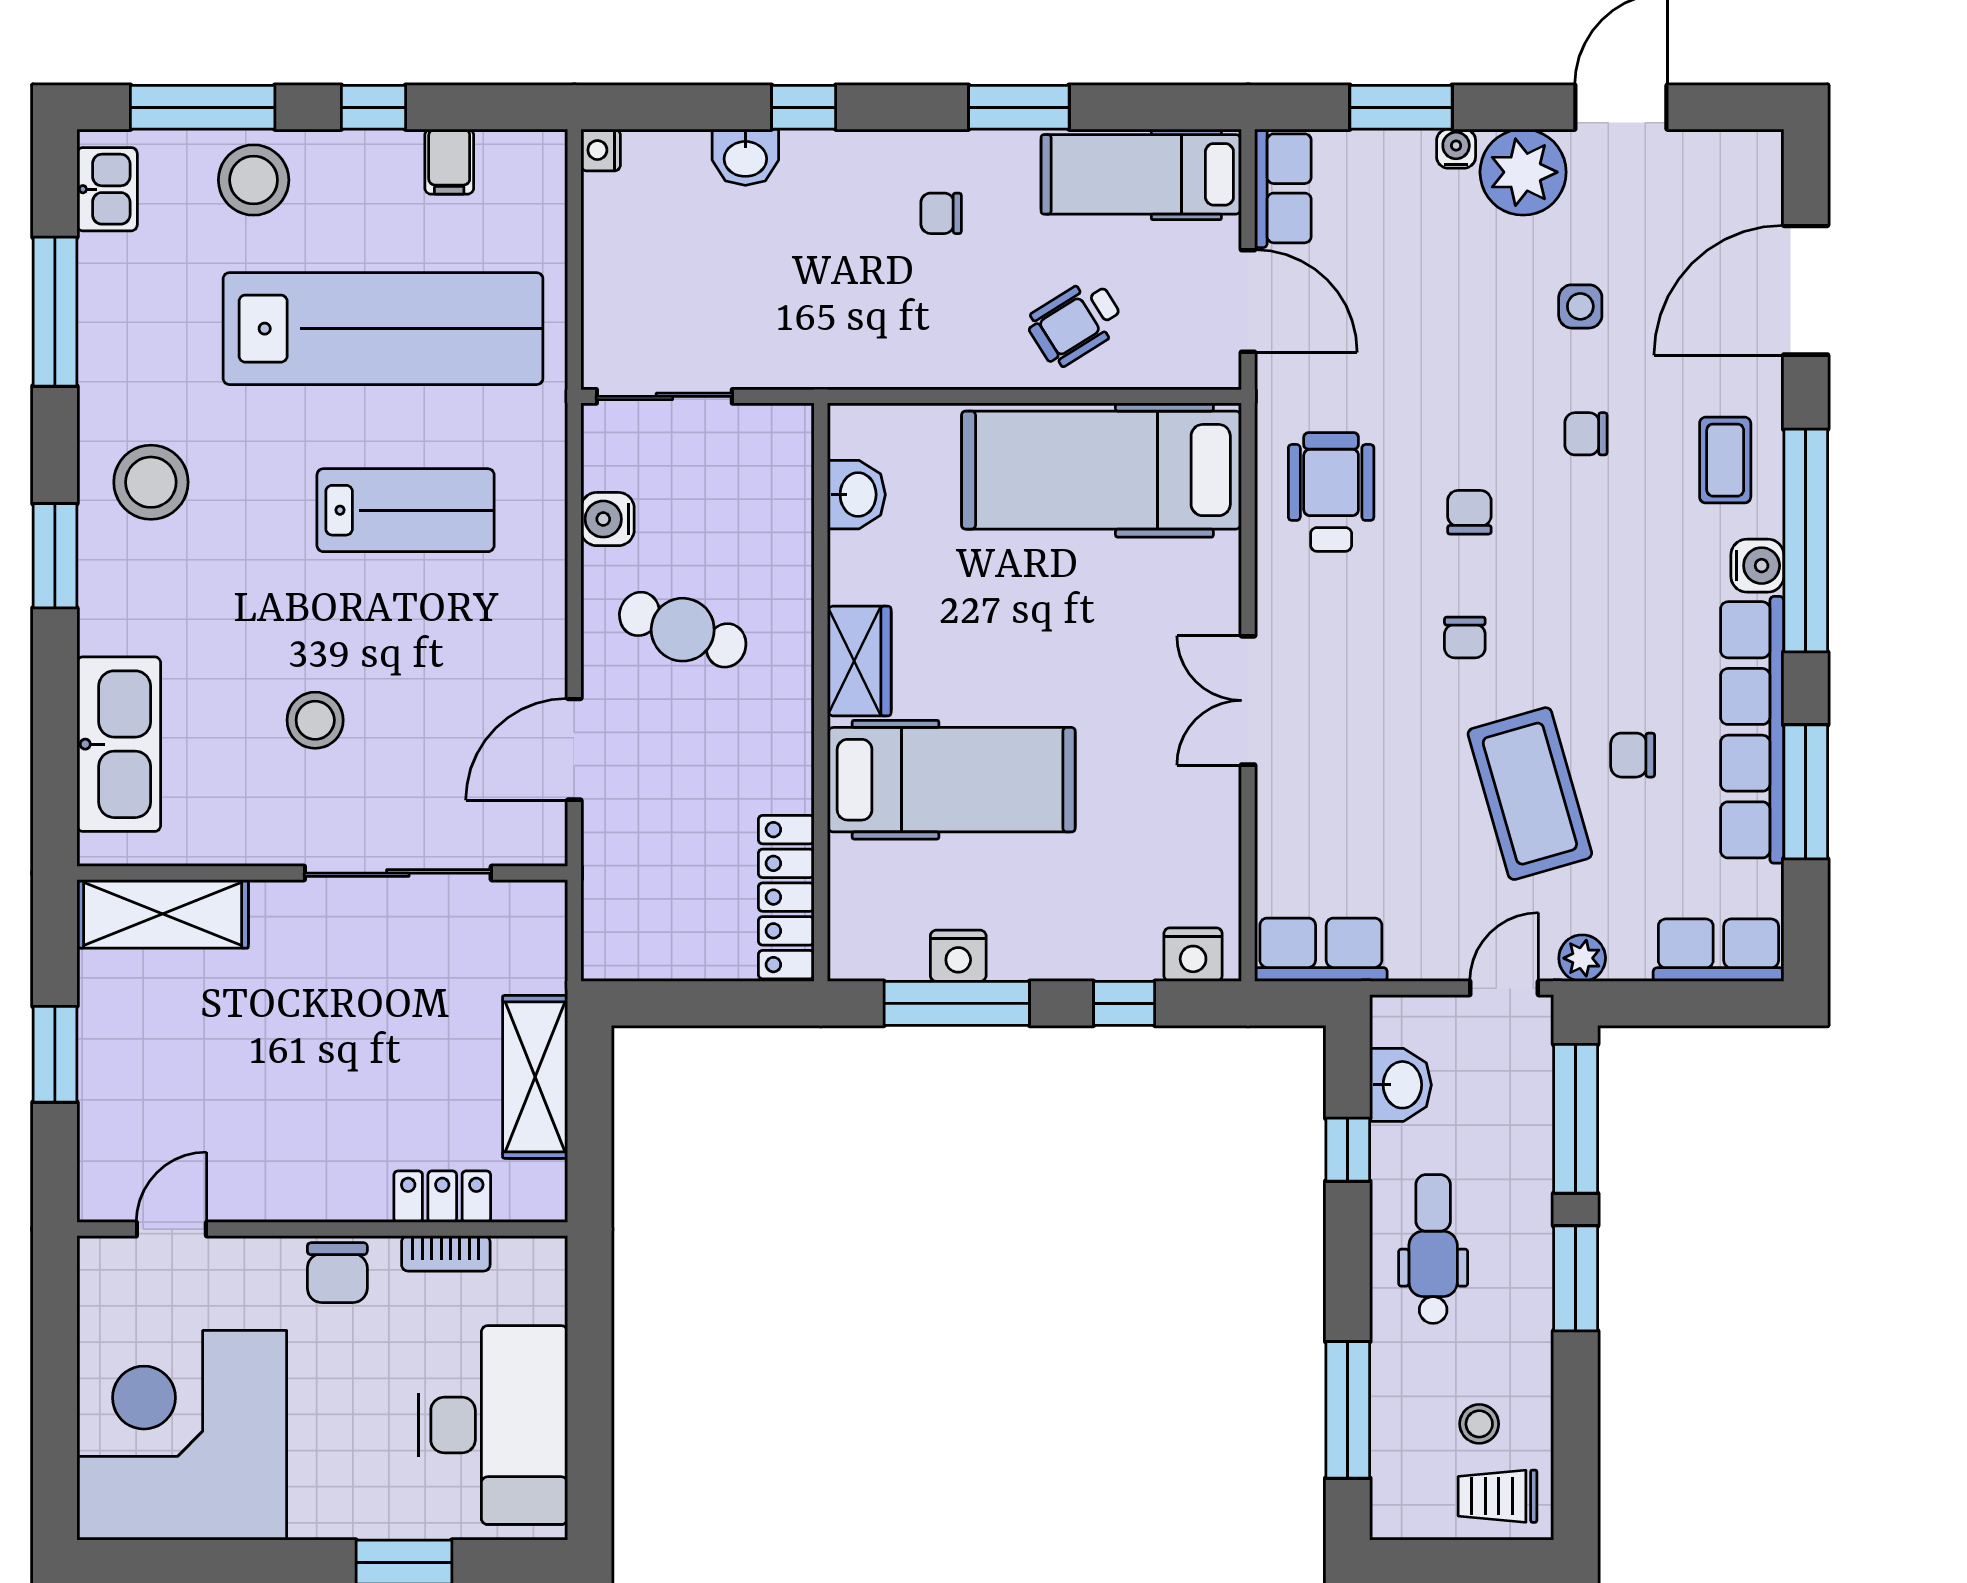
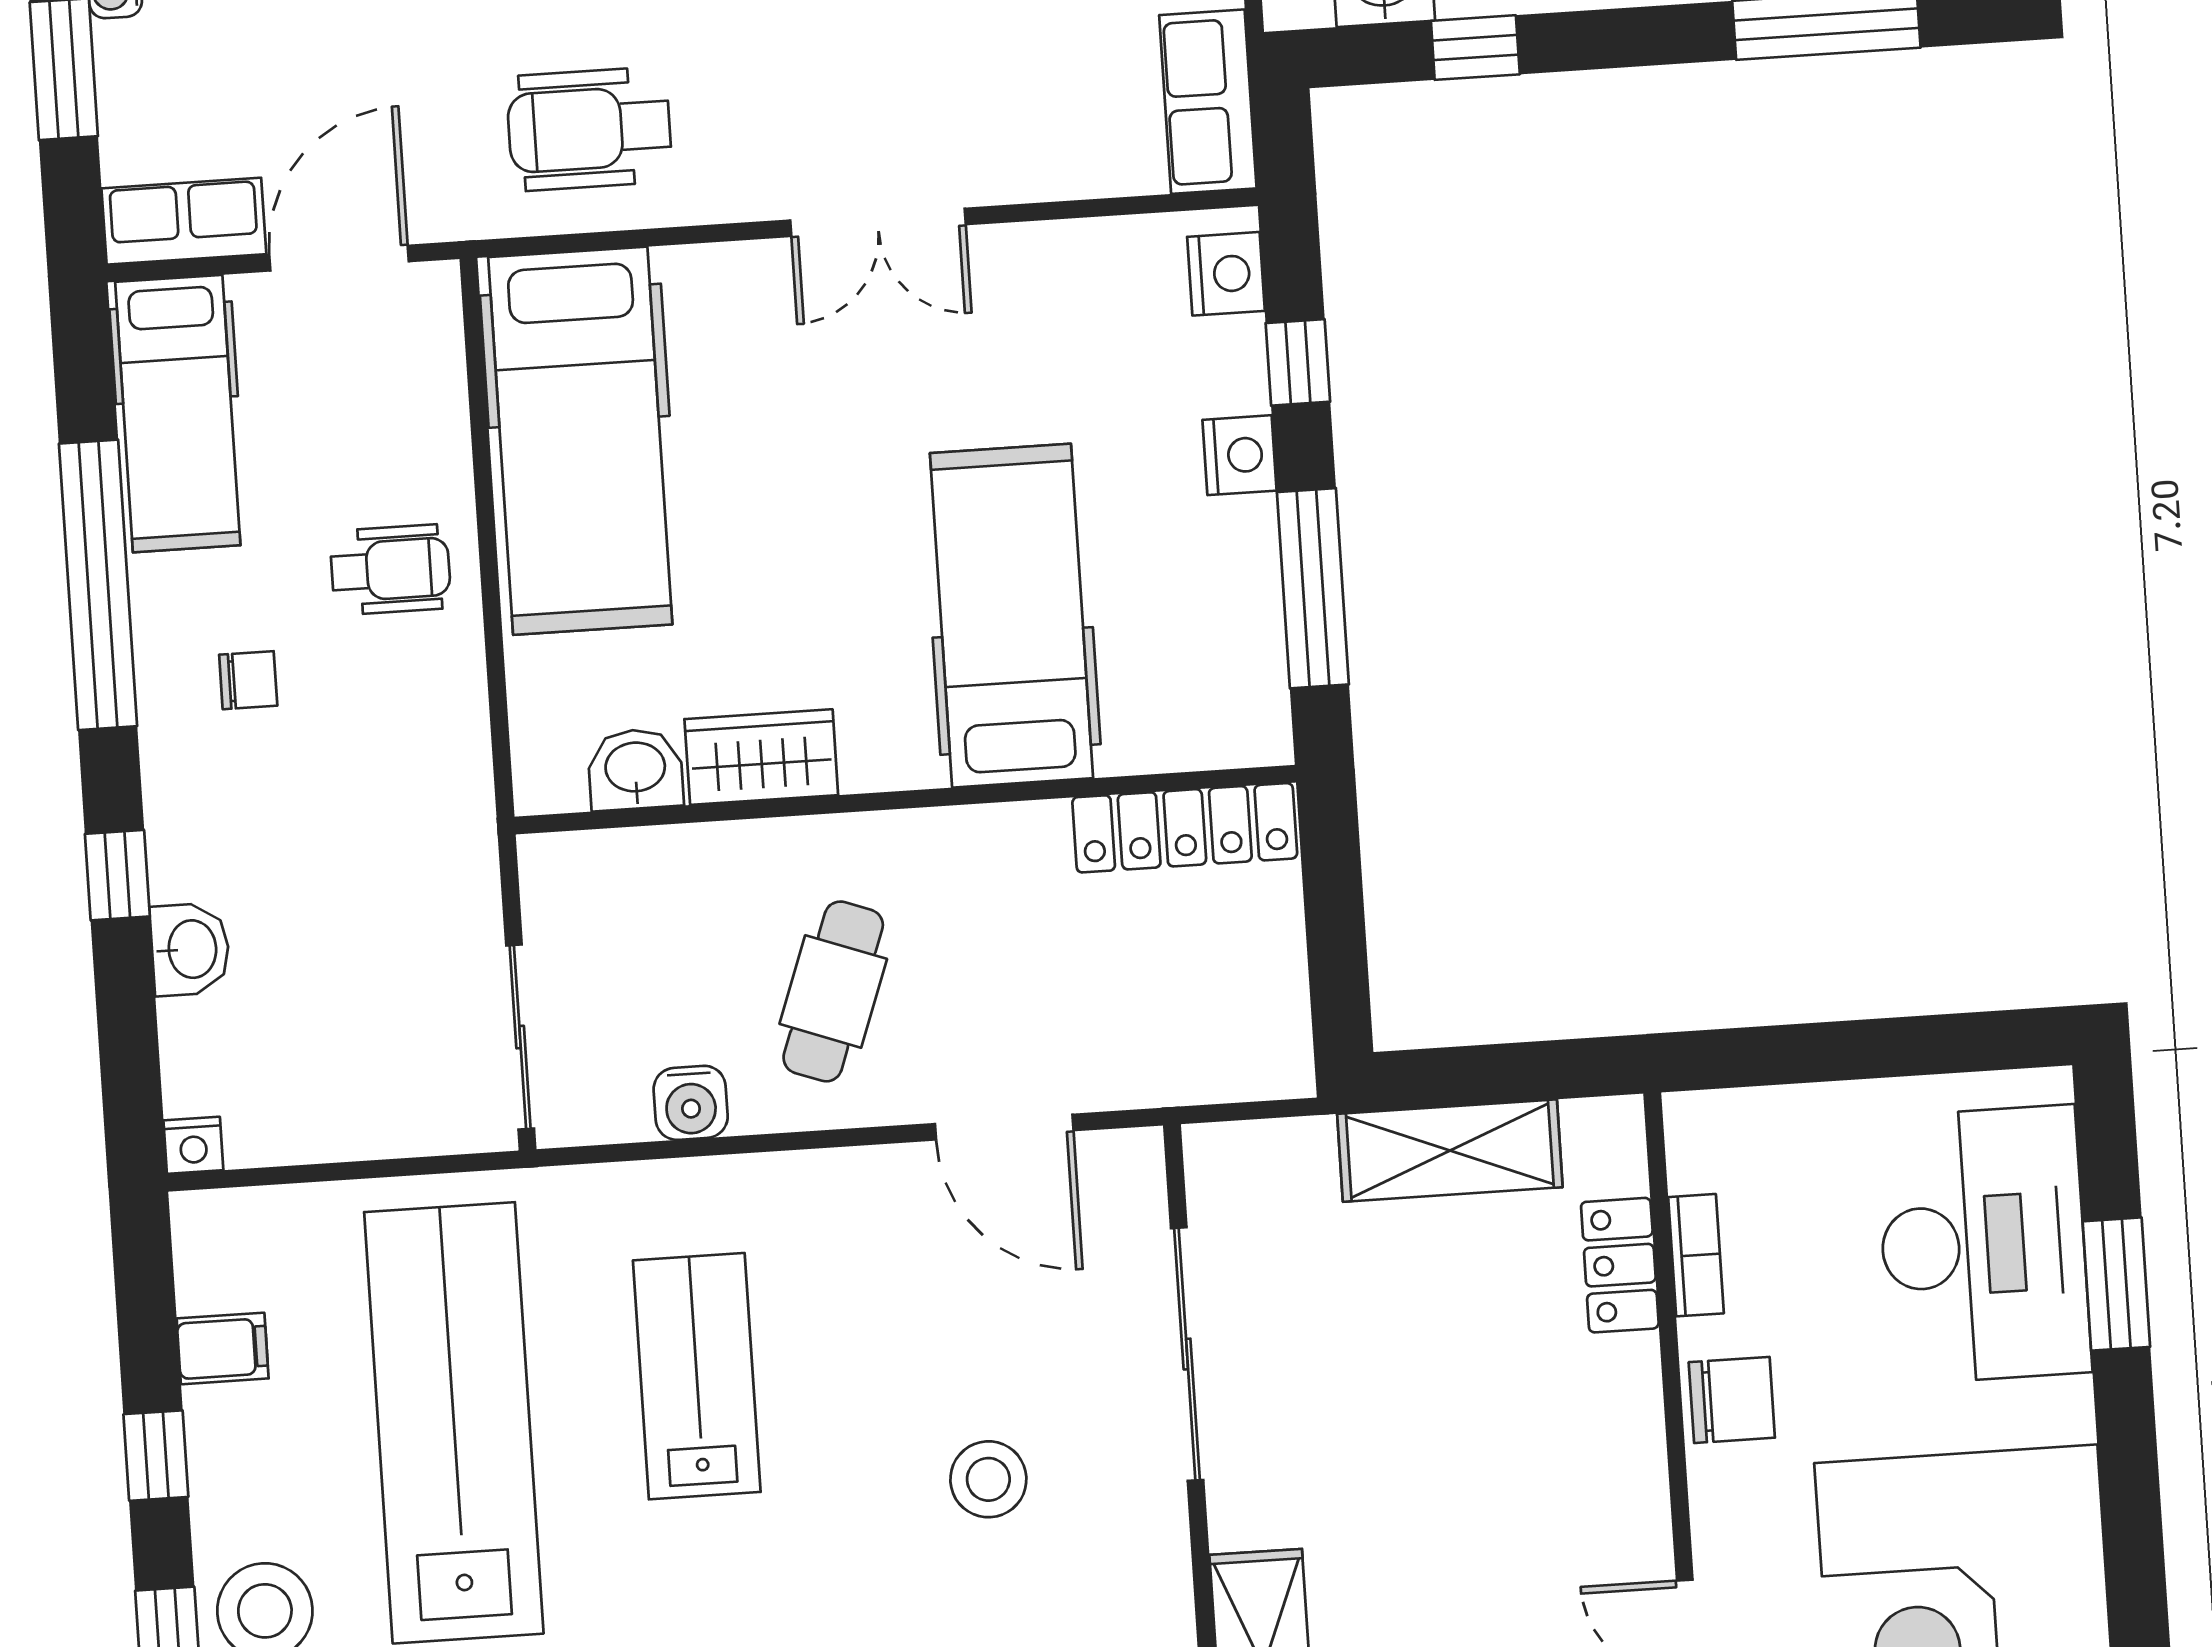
window: (1019, 107) -> (98, 585), width x2.11
chair: (941, 213) -> (248, 680), turned -90
wheelchair: (1075, 323) -> (391, 570), moved, turned -58
wardrobe: (859, 661) -> (761, 757), moved
nightstand: (958, 956) -> (1240, 455), moved
desk: (493, 1425) -> (1983, 1245), moved, turned 90

